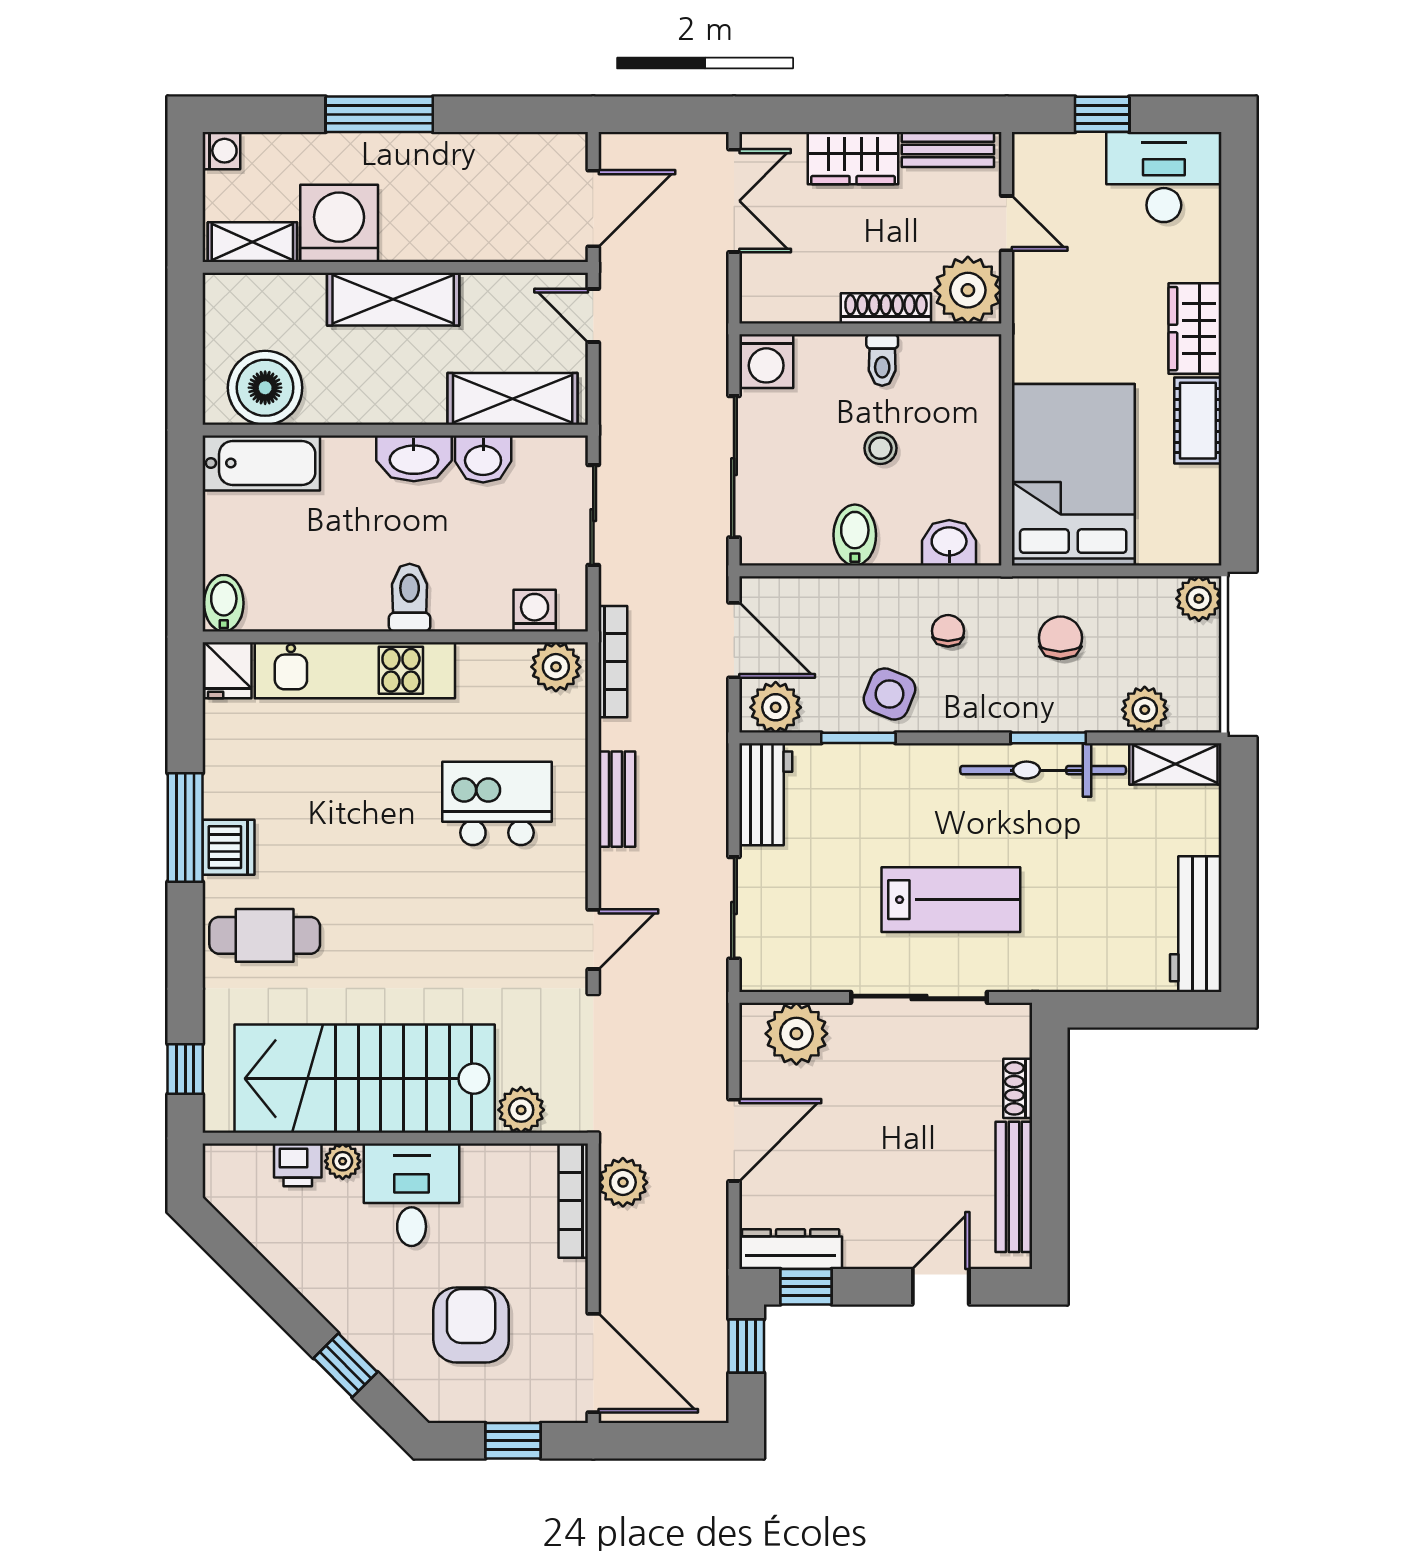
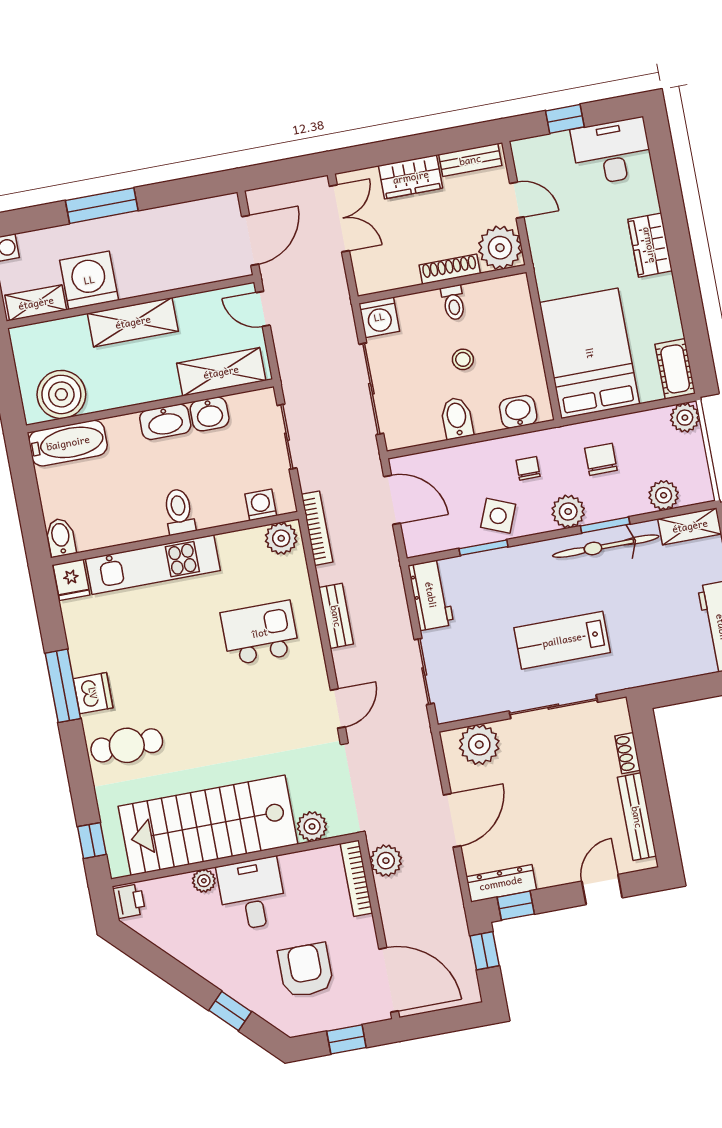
cot: (1198, 421) -> (675, 369), moved
plant: (776, 707) -> (568, 511), moved
lab bench: (951, 900) -> (562, 640), turned 180
printer: (298, 1165) -> (129, 901), moved, turned -90

